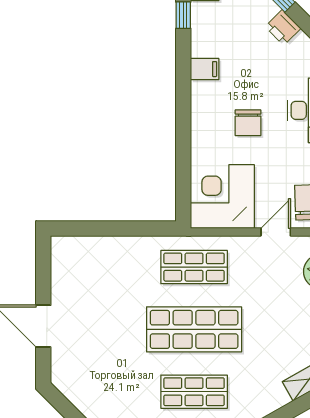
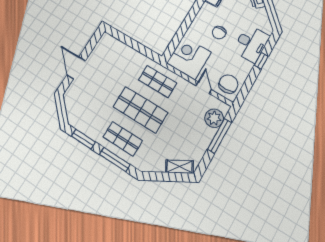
door: (276, 232) -> (204, 88), hinge flipped

